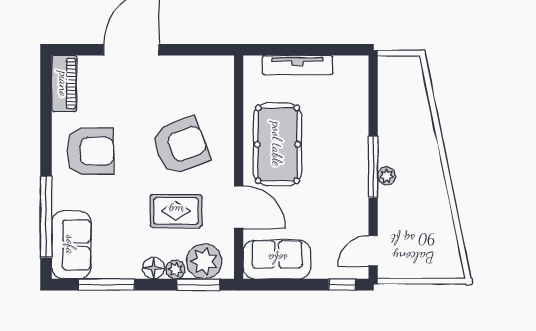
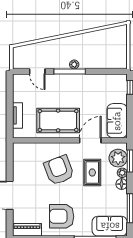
tv unit: (298, 65) -> (17, 115), width x0.71
armchair: (90, 151) -> (62, 216), turned -90
door: (373, 251) -> (37, 71), moved

